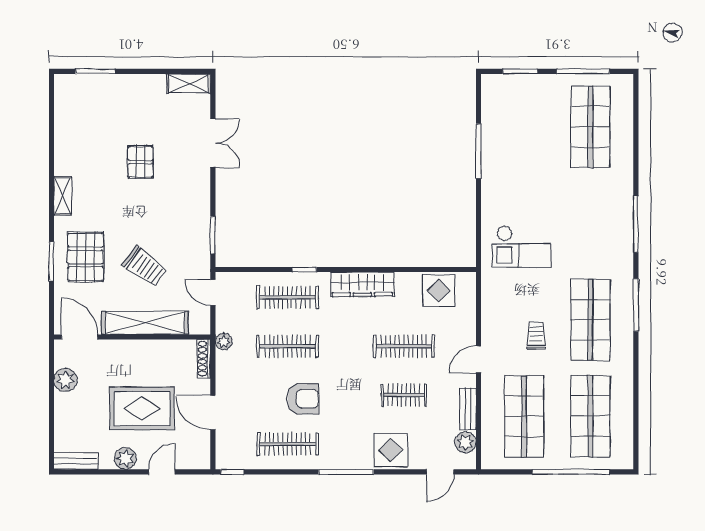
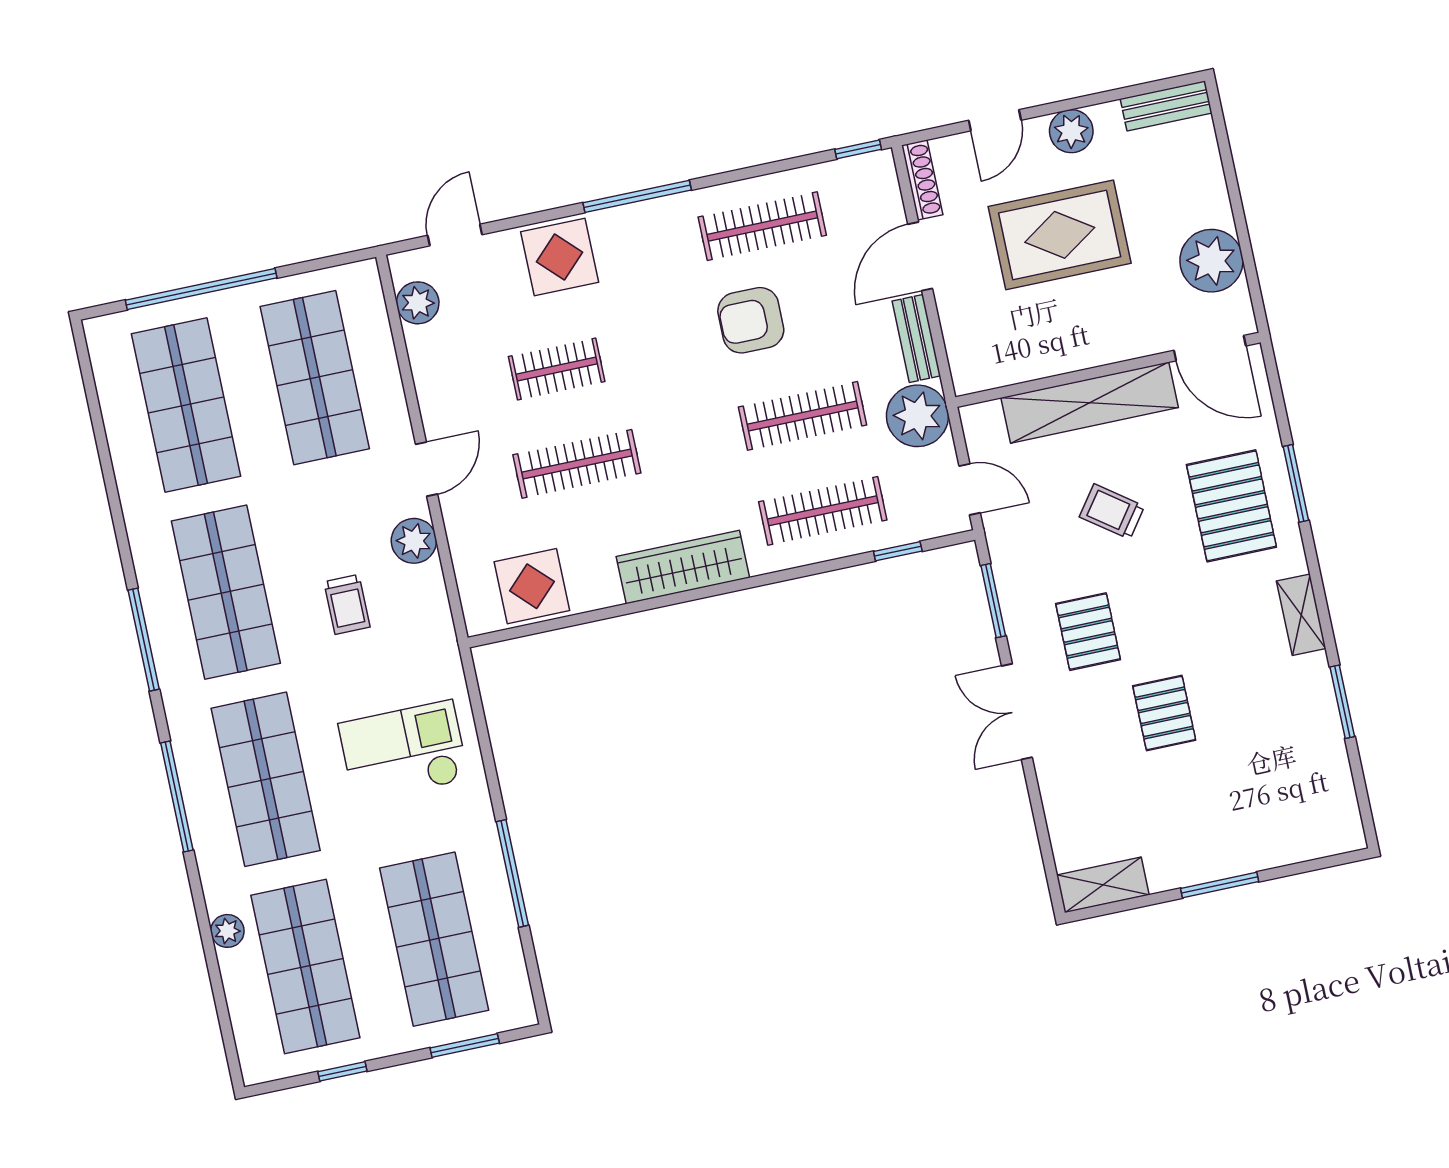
window: (95, 71) -> (1220, 885), moved
window: (583, 71) -> (342, 1071), width x0.46
shop shelf: (524, 127) -> (434, 939), added
double door: (213, 143) -> (1017, 712), moved
window: (51, 149) -> (1342, 702), added
plant: (625, 153) -> (227, 931), added
pallet: (169, 210) -> (1088, 632), added
shop shelf: (590, 223) -> (266, 779), added
checkout: (522, 247) -> (403, 751), moved
trolley: (145, 267) -> (1112, 512), width x0.73, depth x0.72
window: (304, 270) -> (898, 551), moved
plant: (492, 325) -> (414, 541), added
trolley: (536, 336) -> (347, 604), moved
plant: (224, 342) -> (917, 416), width x1.87, depth x1.87
shoe rack: (204, 359) -> (922, 180), moved
plant: (66, 380) -> (1211, 261), width x1.36, depth x1.36
bench: (468, 409) -> (916, 338), moved
door: (213, 413) -> (920, 256), swing flipped

